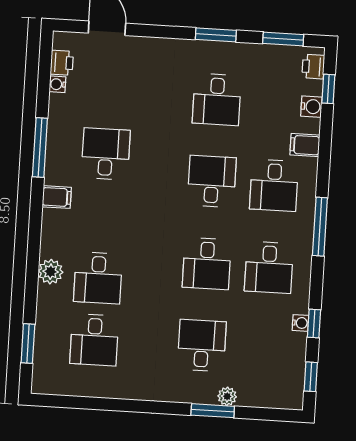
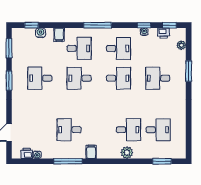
printer: (313, 67) -> (164, 33), moved
desk: (217, 99) -> (40, 78), turned 180
plant: (227, 396) -> (181, 45), moved

